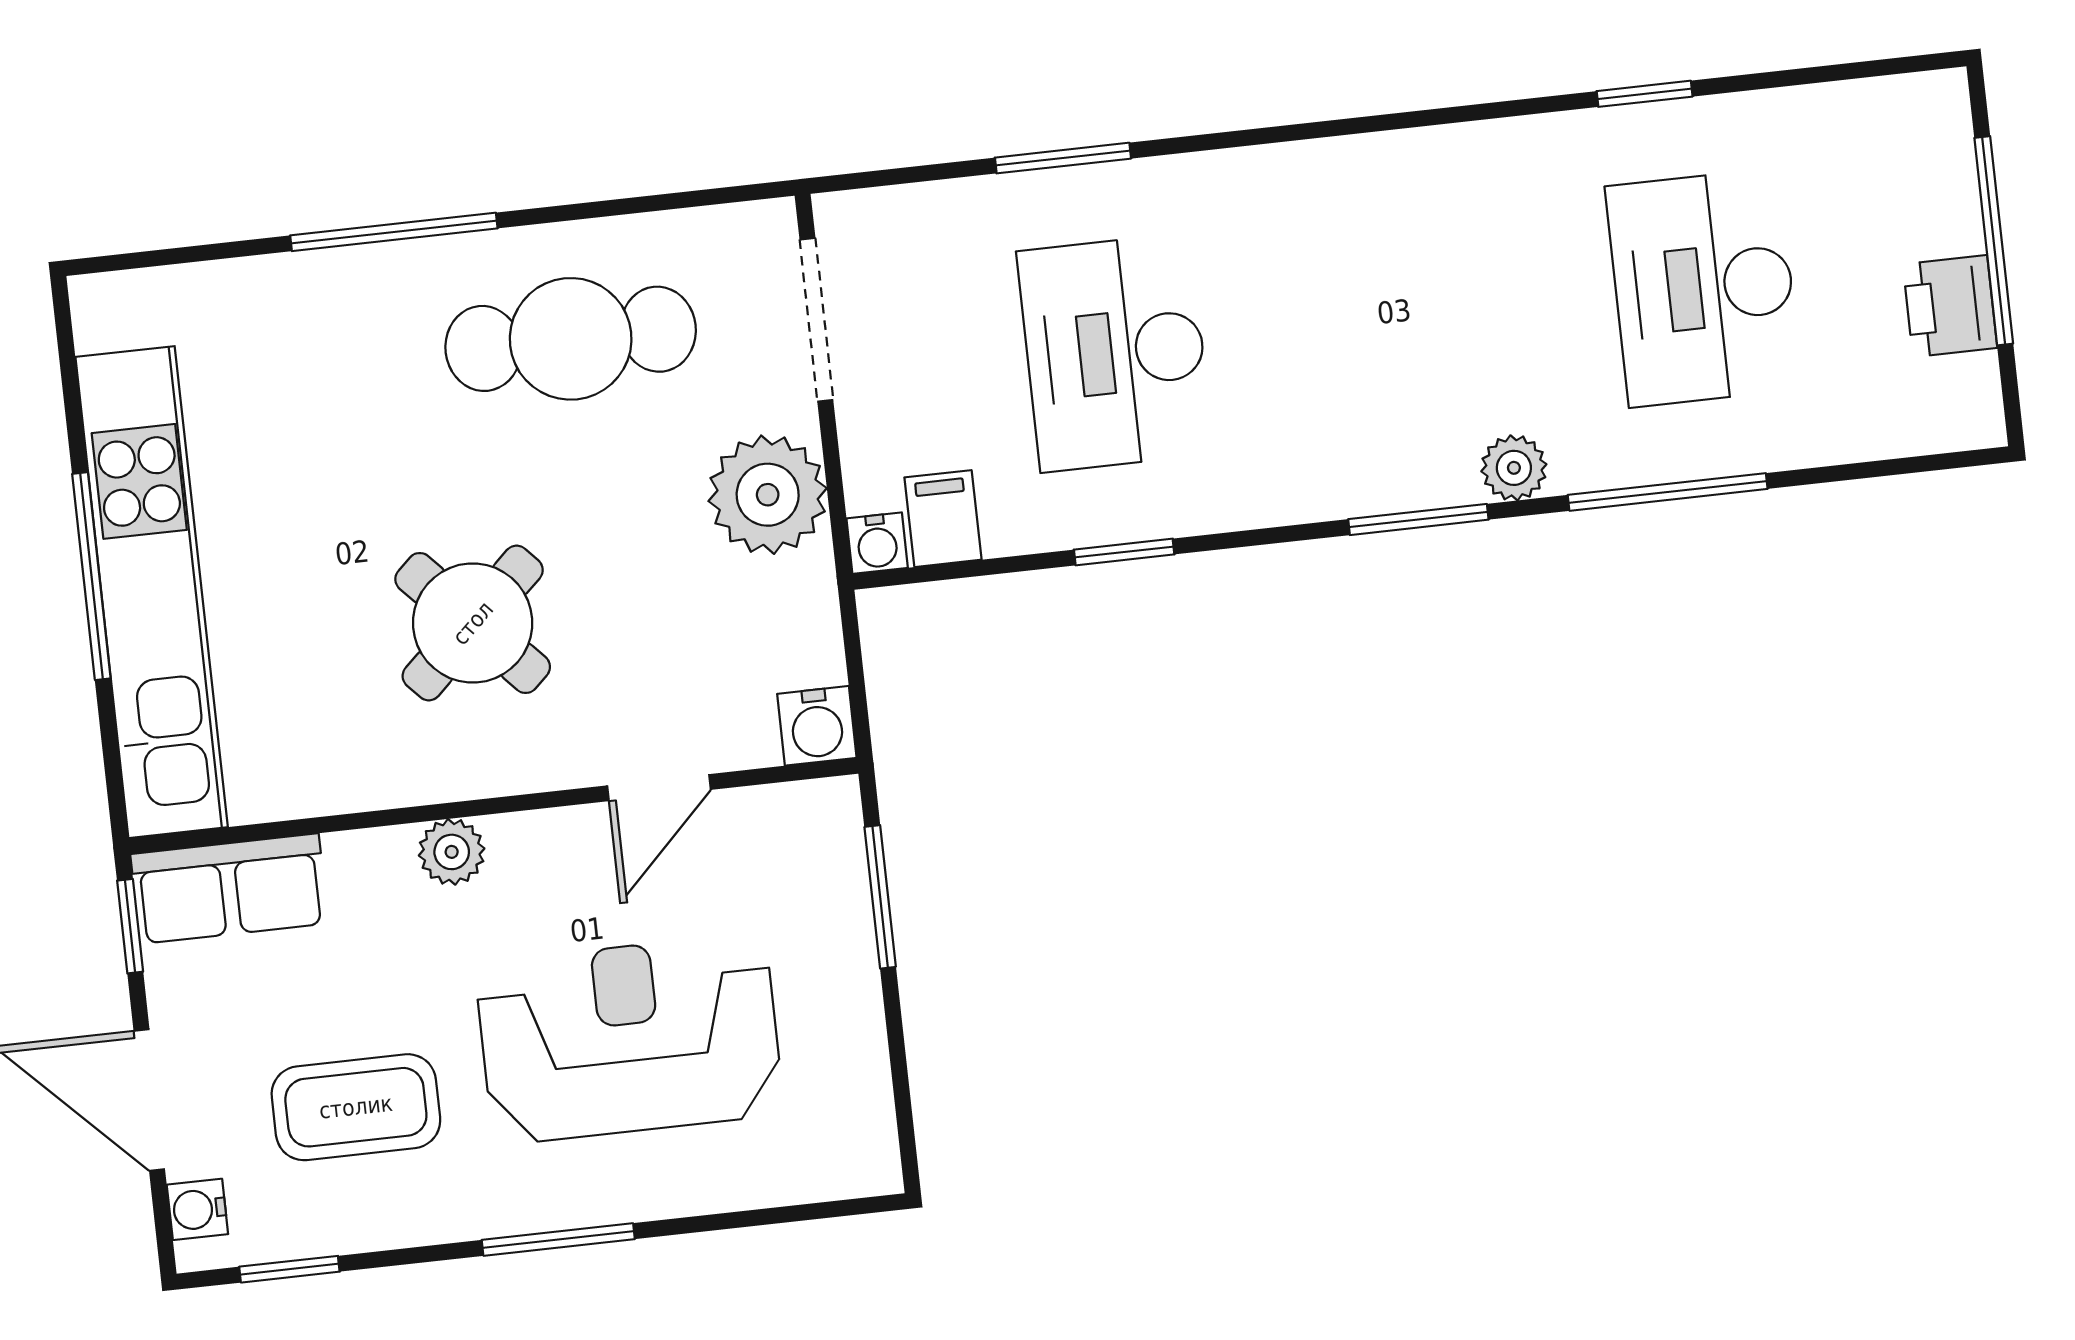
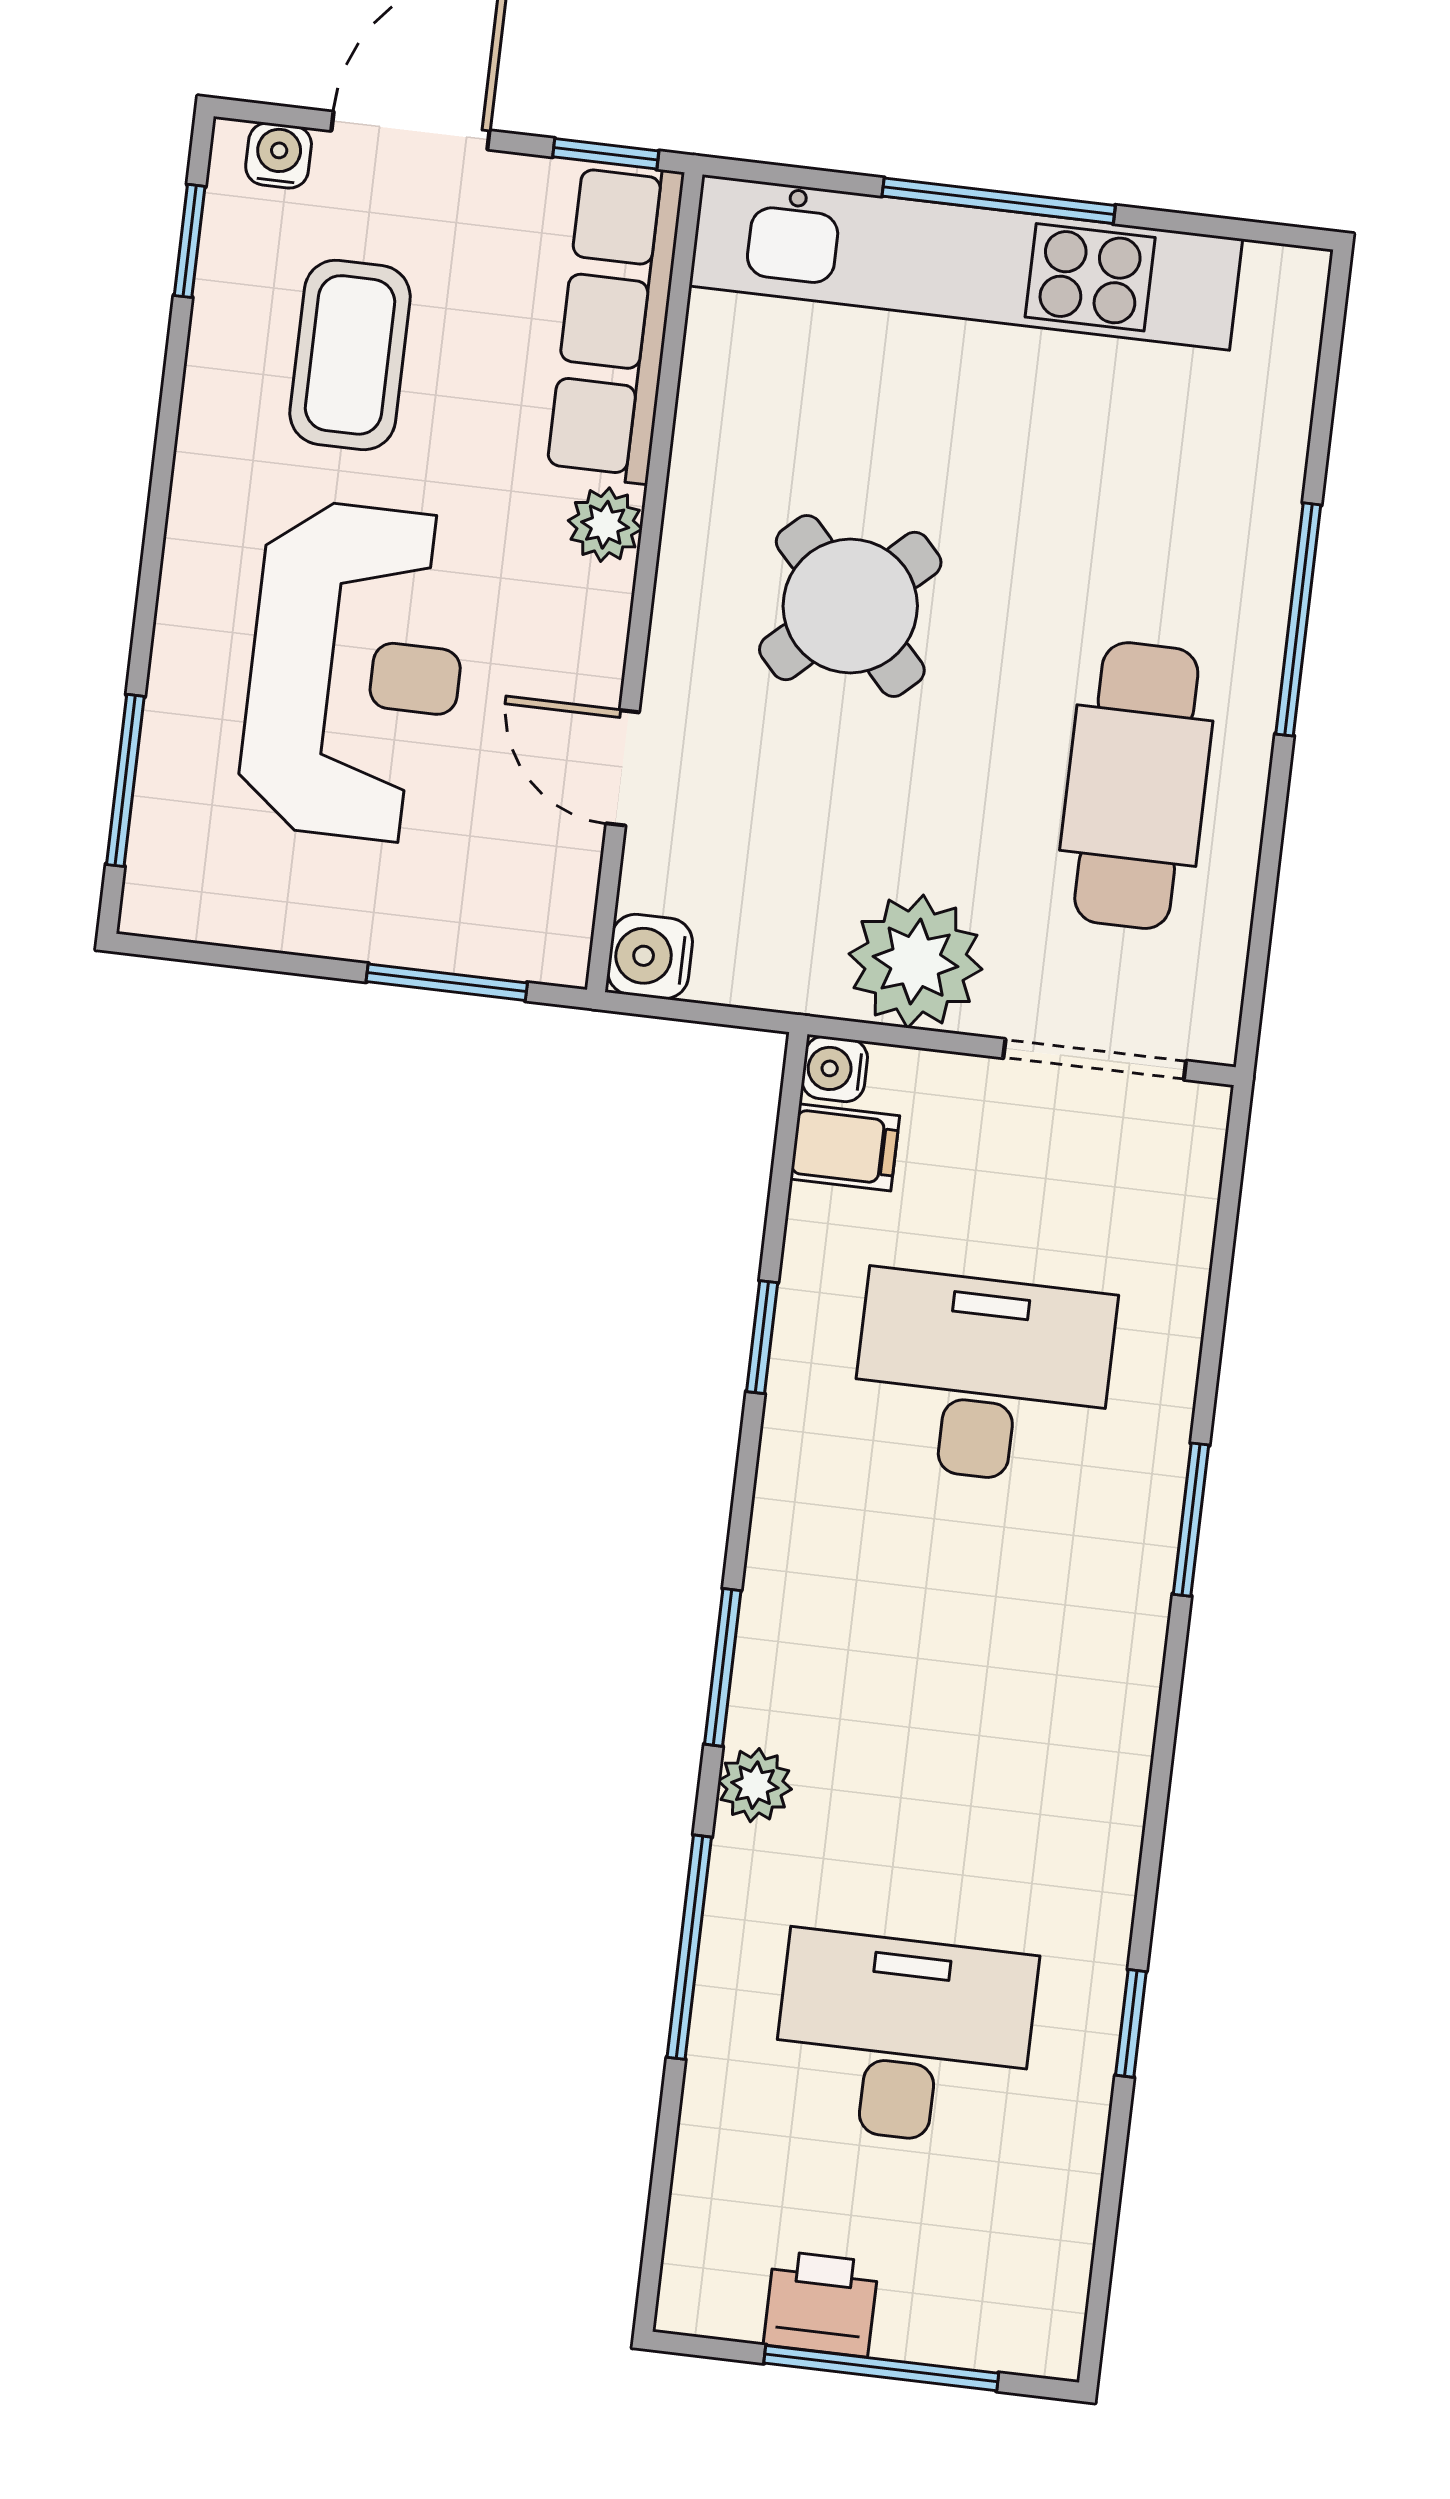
window: (1063, 158) -> (1191, 1520), moved
row of seats: (229, 889) -> (615, 323), width x1.48
window: (558, 1239) -> (125, 780), moved

